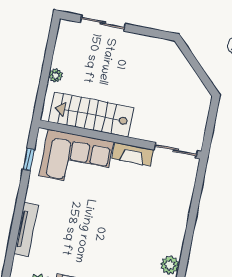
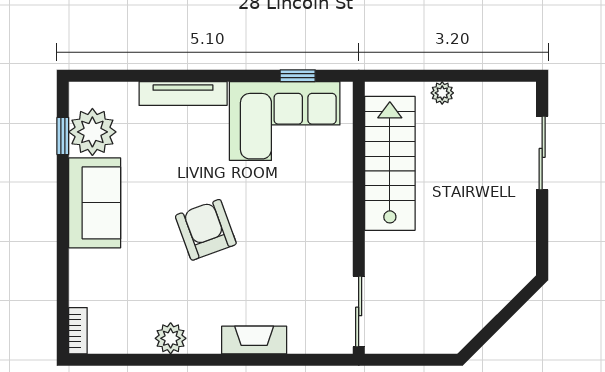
fireplace: (133, 154) -> (254, 340), moved, turned 90
corner sofa: (76, 159) -> (285, 121), moved, turned -90
armchair: (110, 232) -> (206, 230), added

